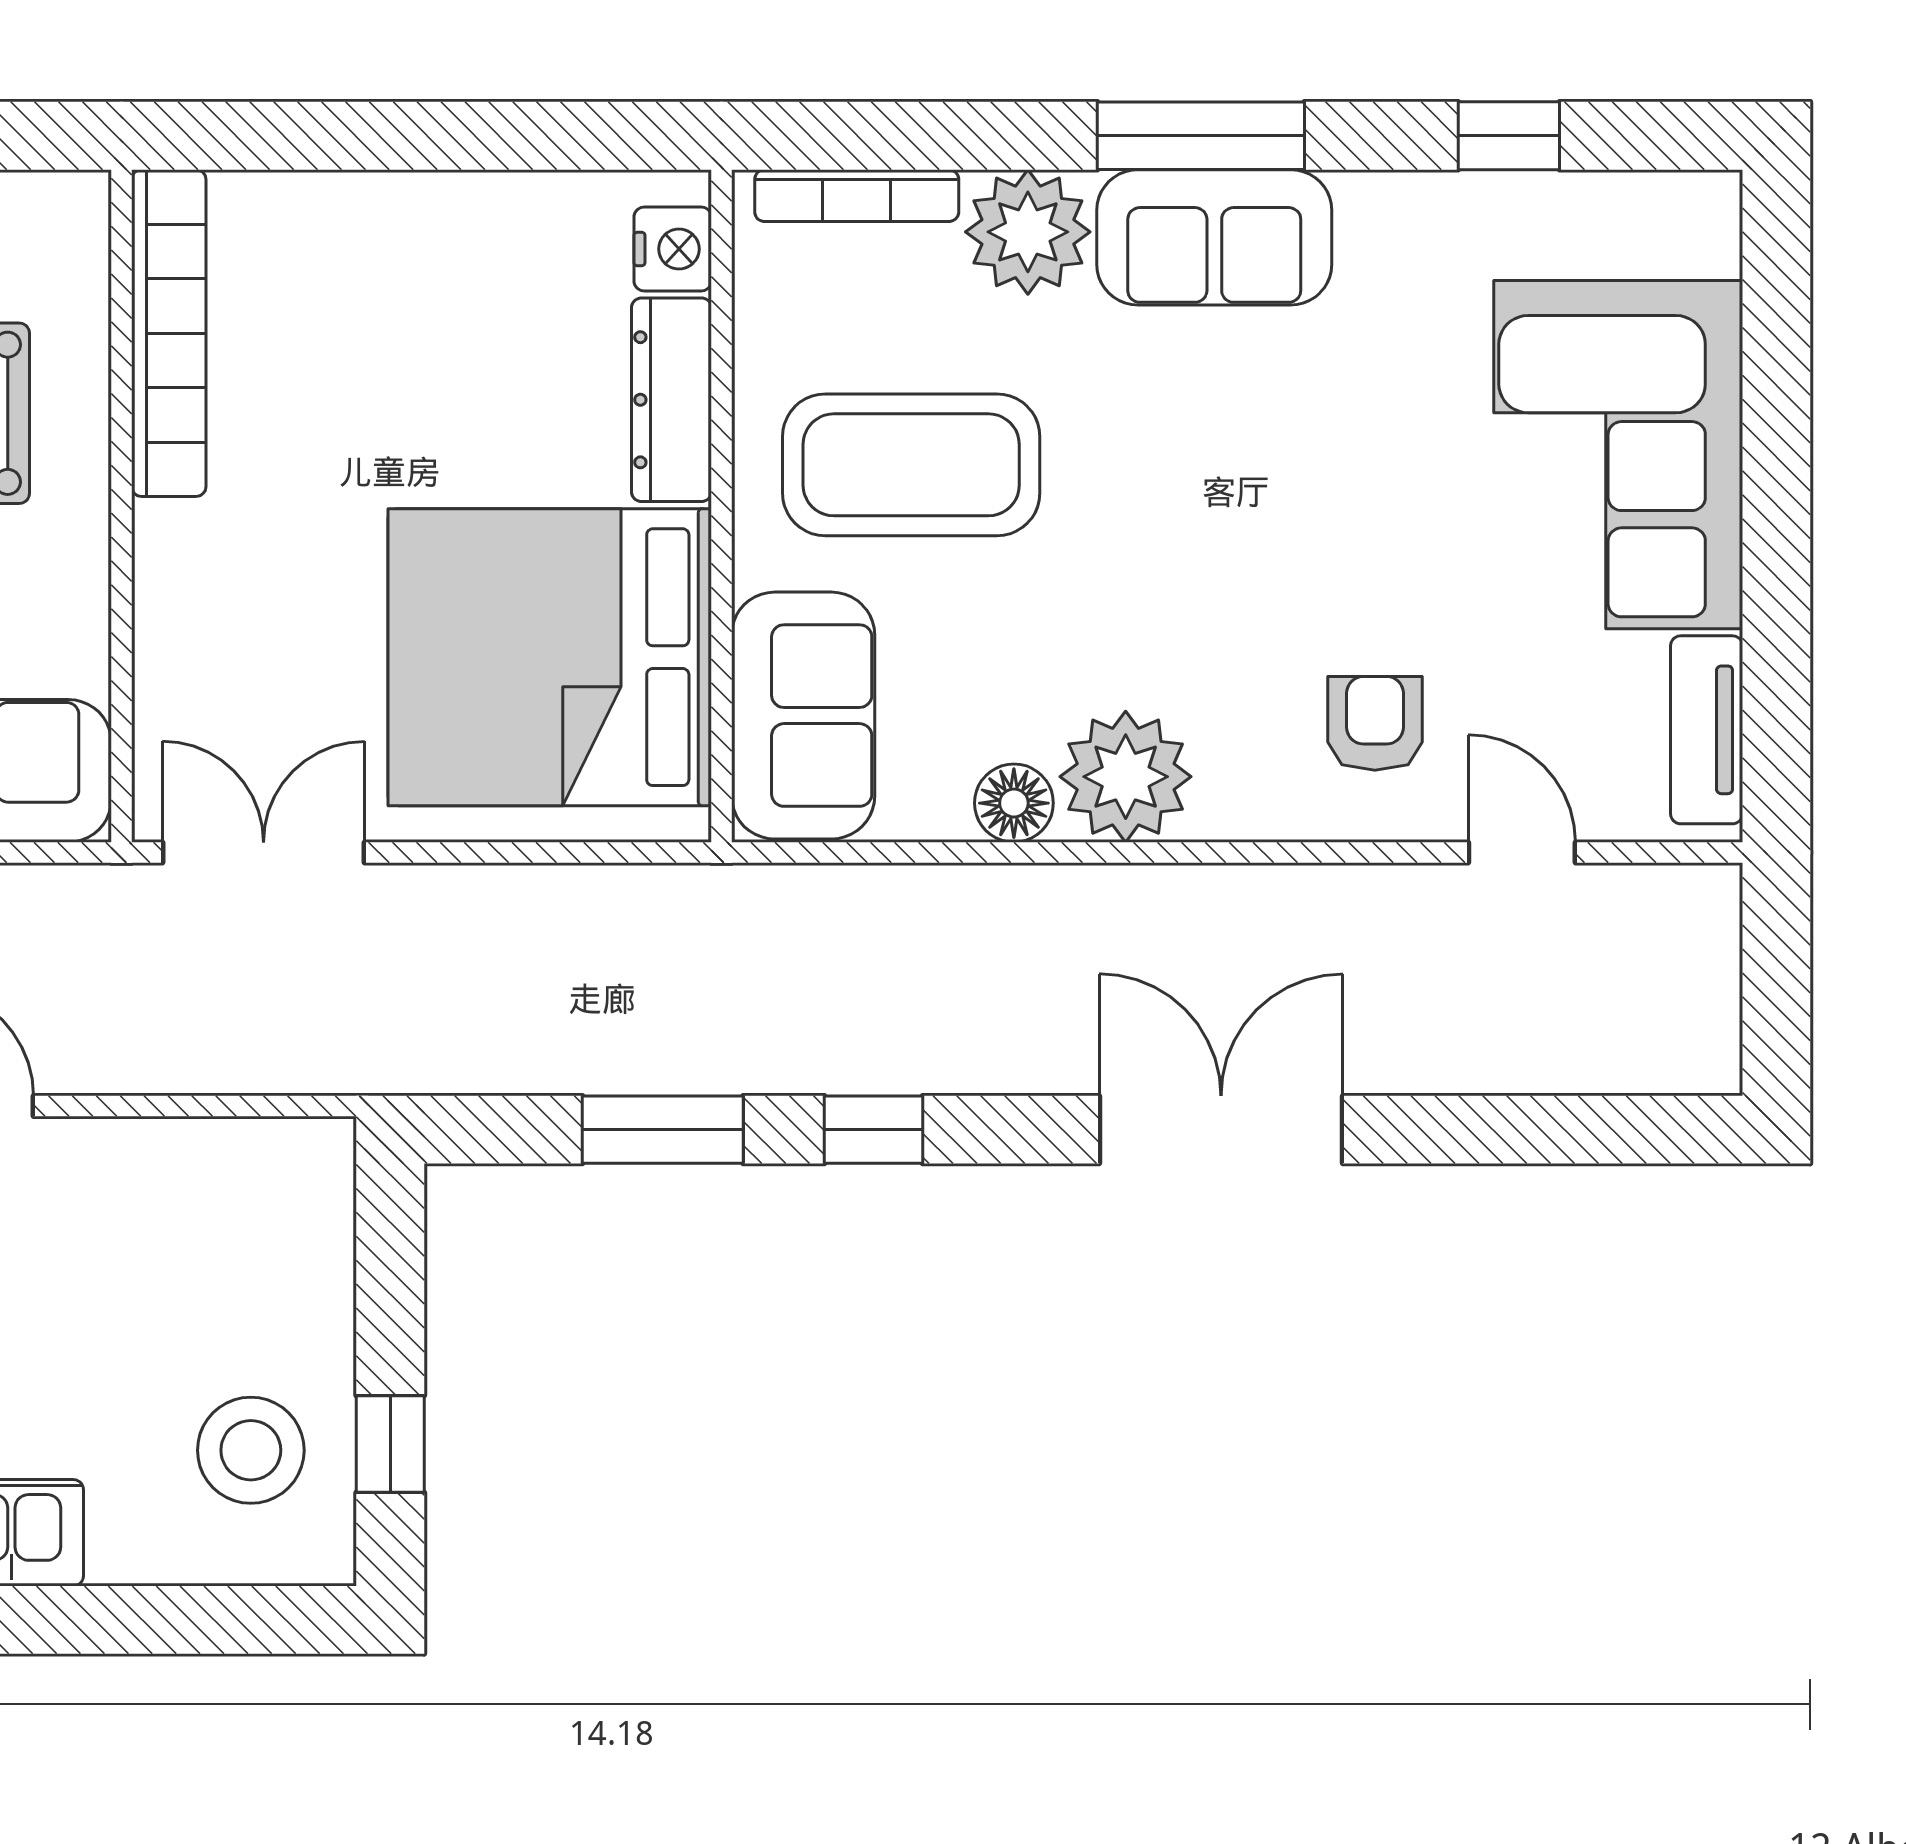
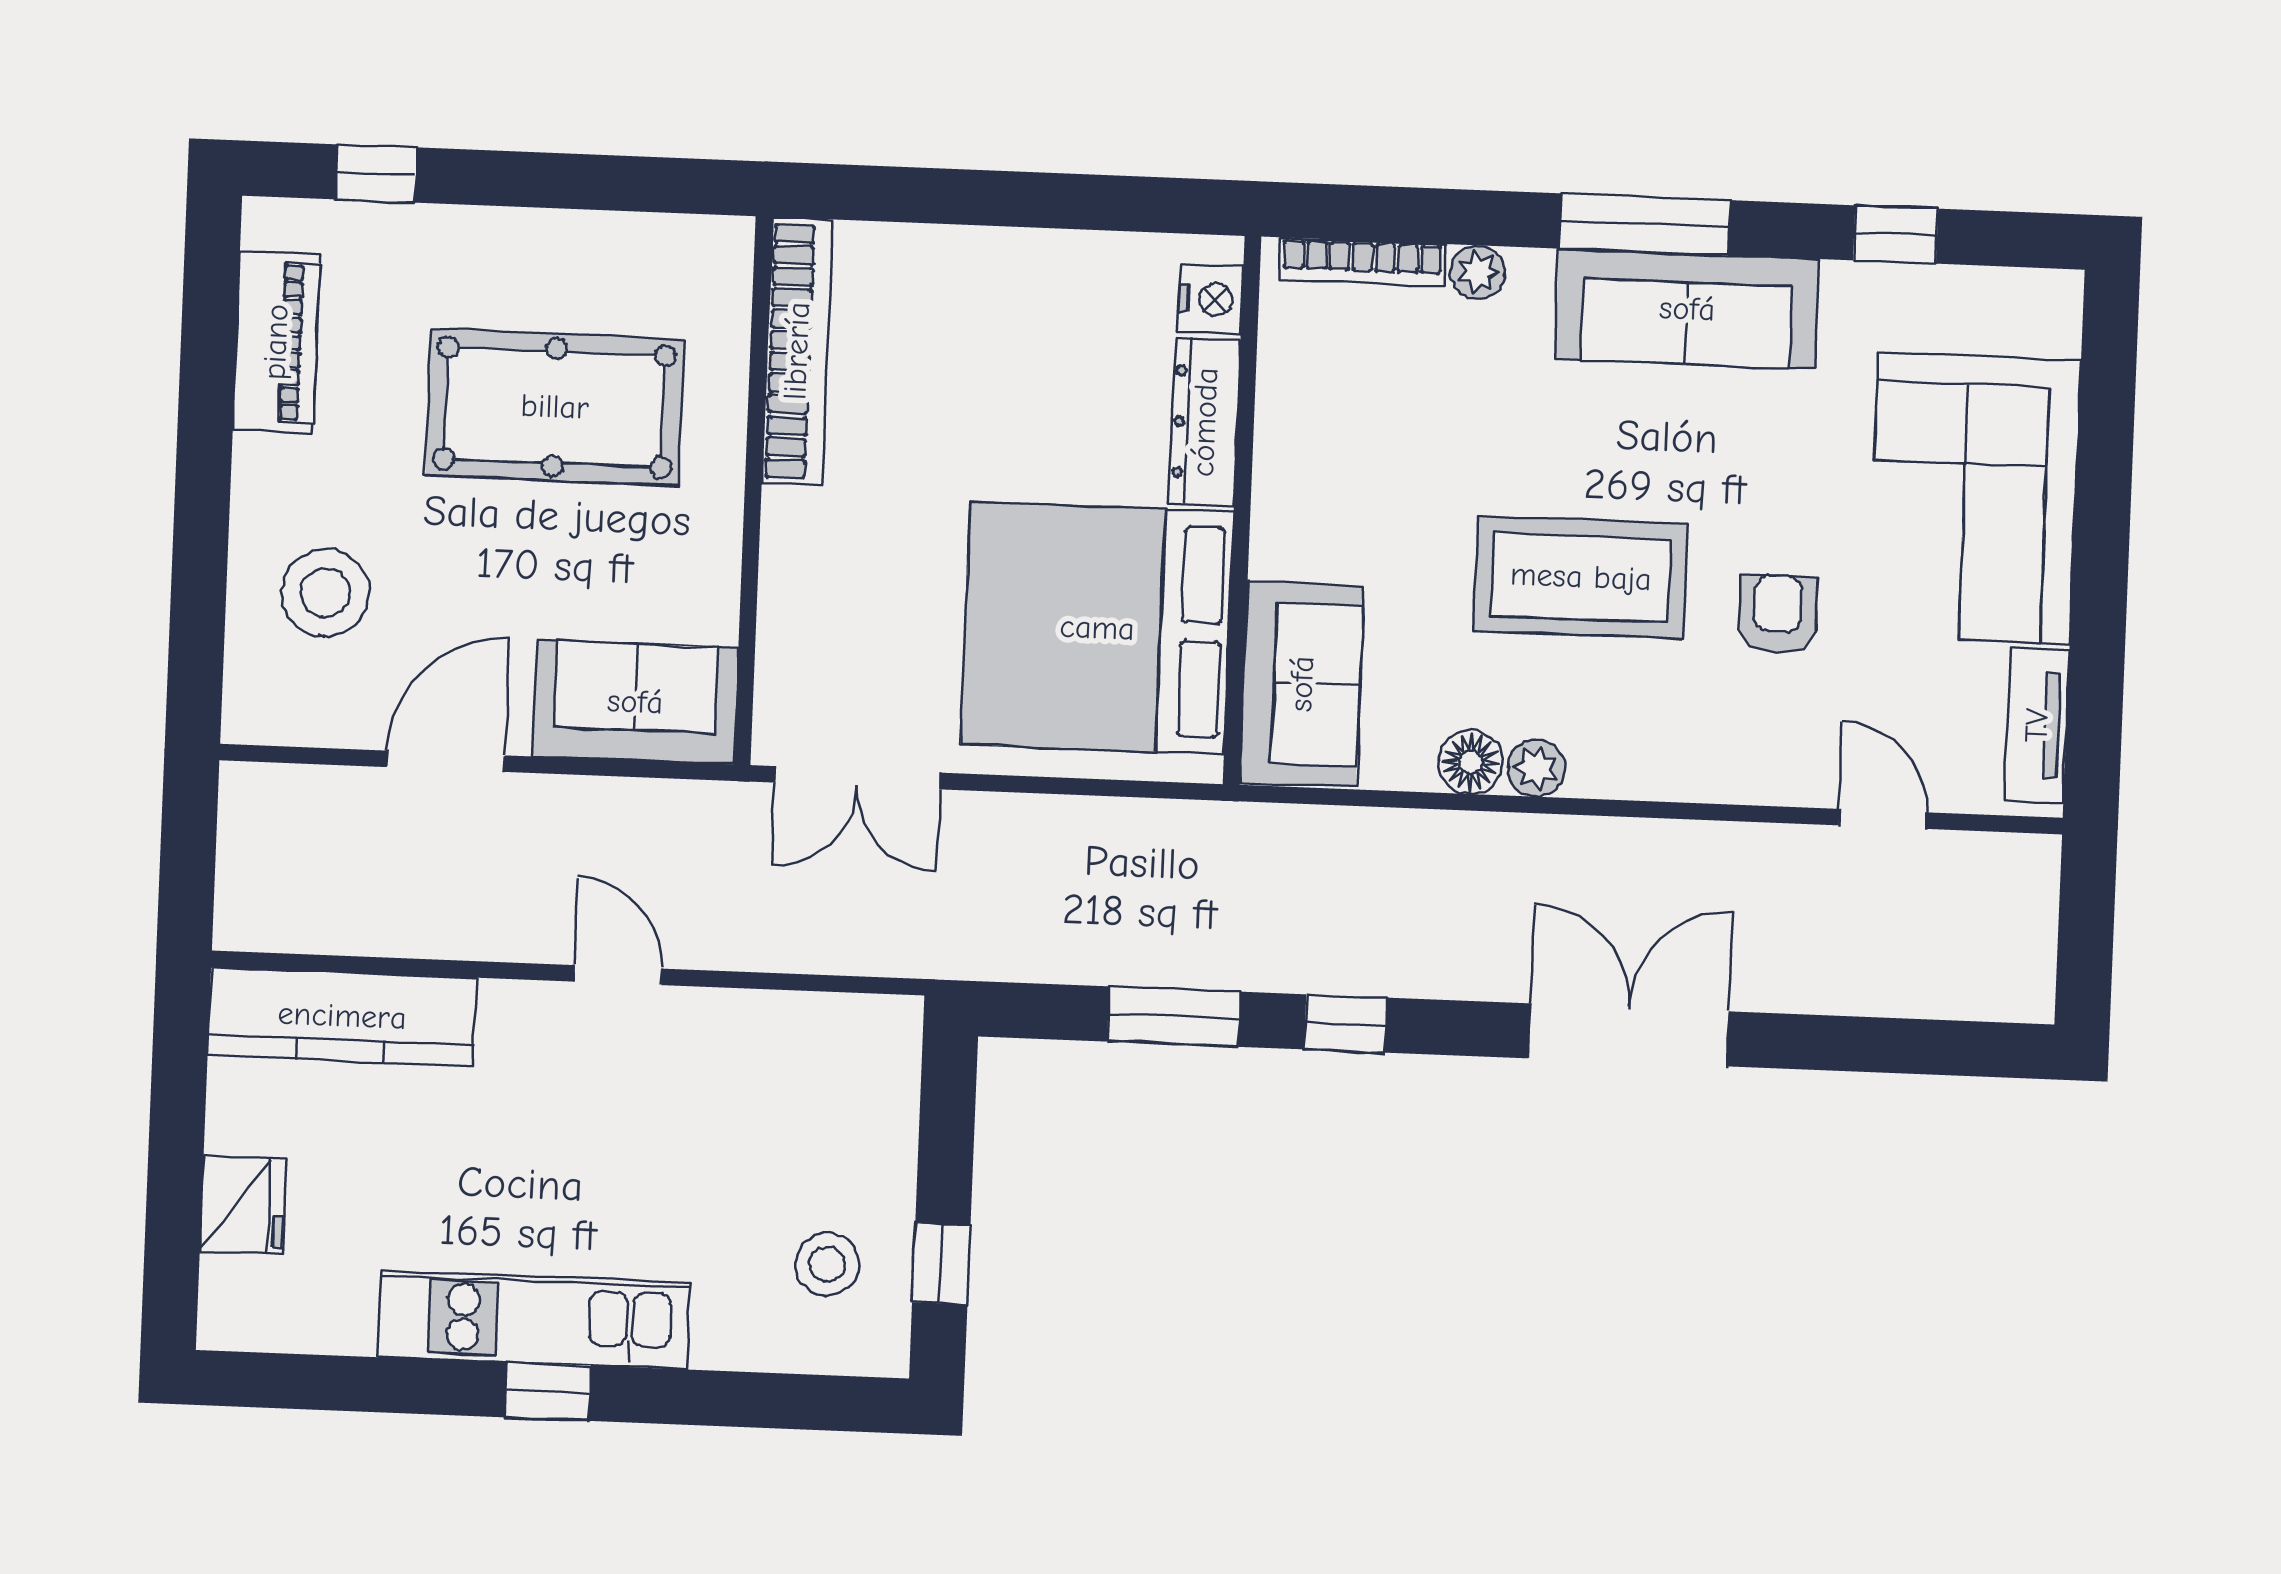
plant: (1028, 232) -> (1478, 272), width x0.53, depth x0.53
sofa: (1214, 237) -> (1687, 309), width x1.36
coffee table: (911, 465) -> (1581, 577), moved
armchair: (1375, 723) -> (1777, 614), moved
plant: (1126, 777) -> (1536, 768), width x0.53, depth x0.53
double door: (264, 852) -> (857, 778), swing flipped
stool: (251, 1450) -> (828, 1264), width x0.73, depth x0.73

